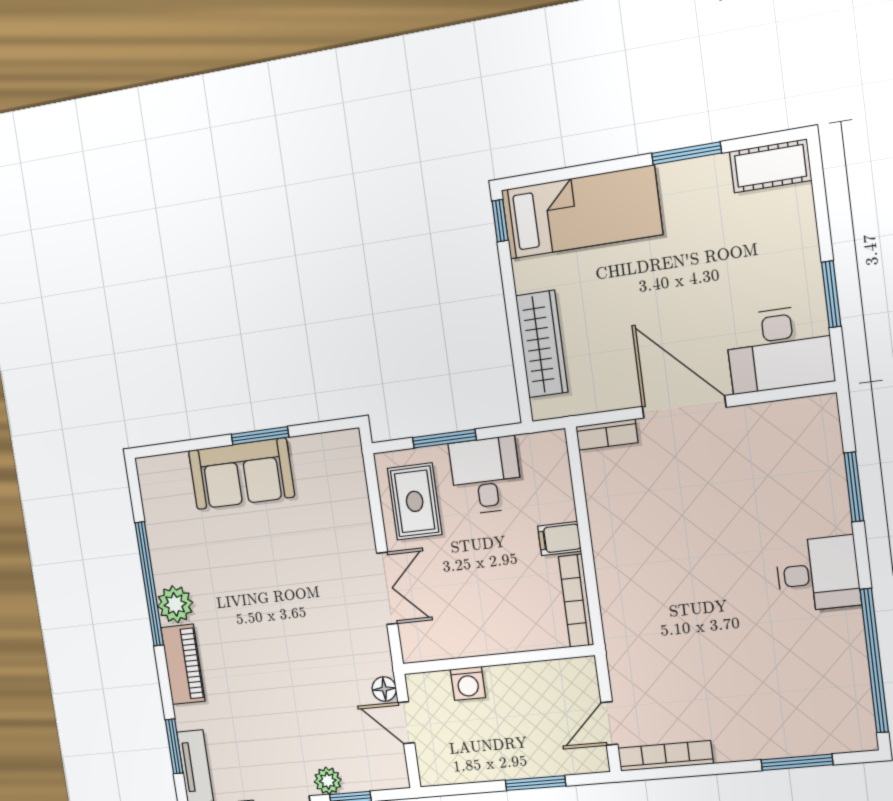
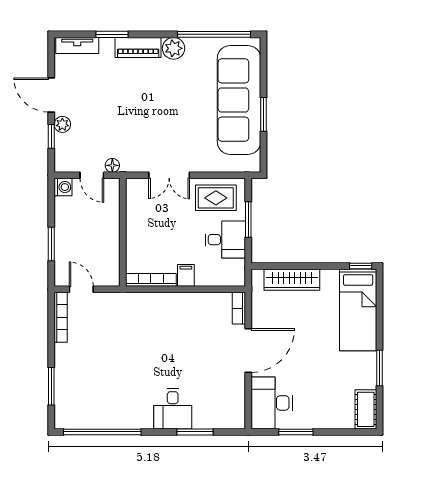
sofa: (241, 474) -> (239, 100), width x1.85, depth x1.27
desk: (818, 574) -> (173, 409), moved
window: (149, 584) -> (214, 34), moved
washing machine: (468, 683) -> (63, 187), moved, turned 180
door: (406, 723) -> (92, 175), swing flipped
window: (174, 746) -> (112, 34), moved

